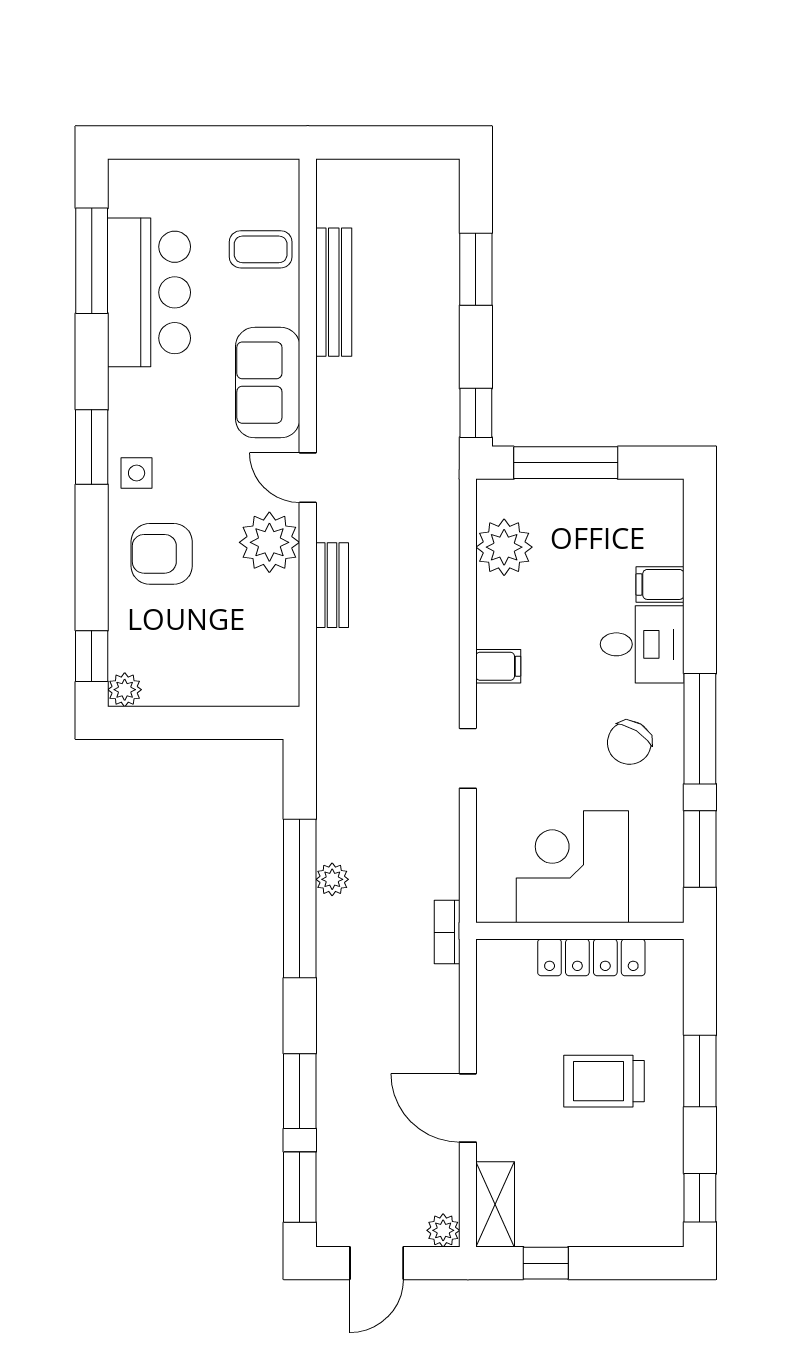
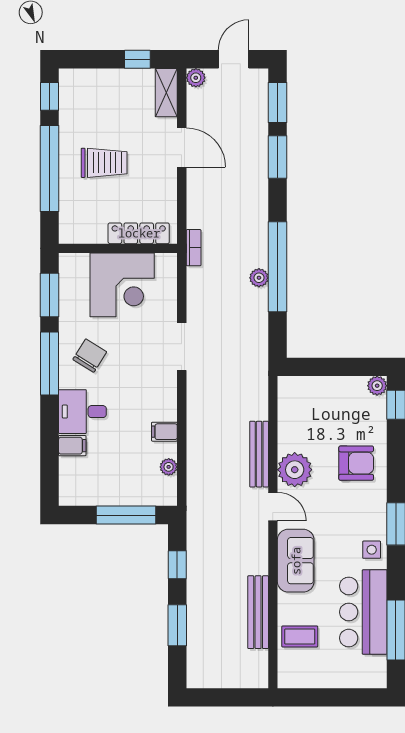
window: (476, 413) -> (177, 565), moved
side table: (137, 473) -> (372, 550), moved
plant: (504, 547) -> (169, 467), width x0.53, depth x0.53
bench: (332, 585) -> (259, 454), width x1.36
filing cabinet: (498, 666) -> (164, 432), moved
doorway: (468, 758) -> (182, 347), width x1.38
locker: (591, 957) -> (139, 233), moved
window: (700, 1071) -> (50, 168), width x2.11

